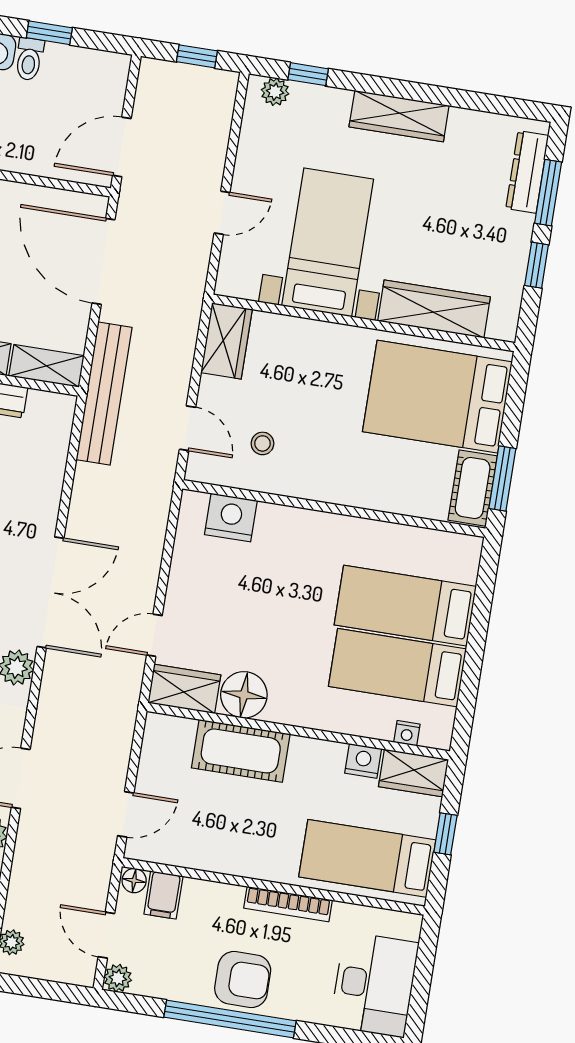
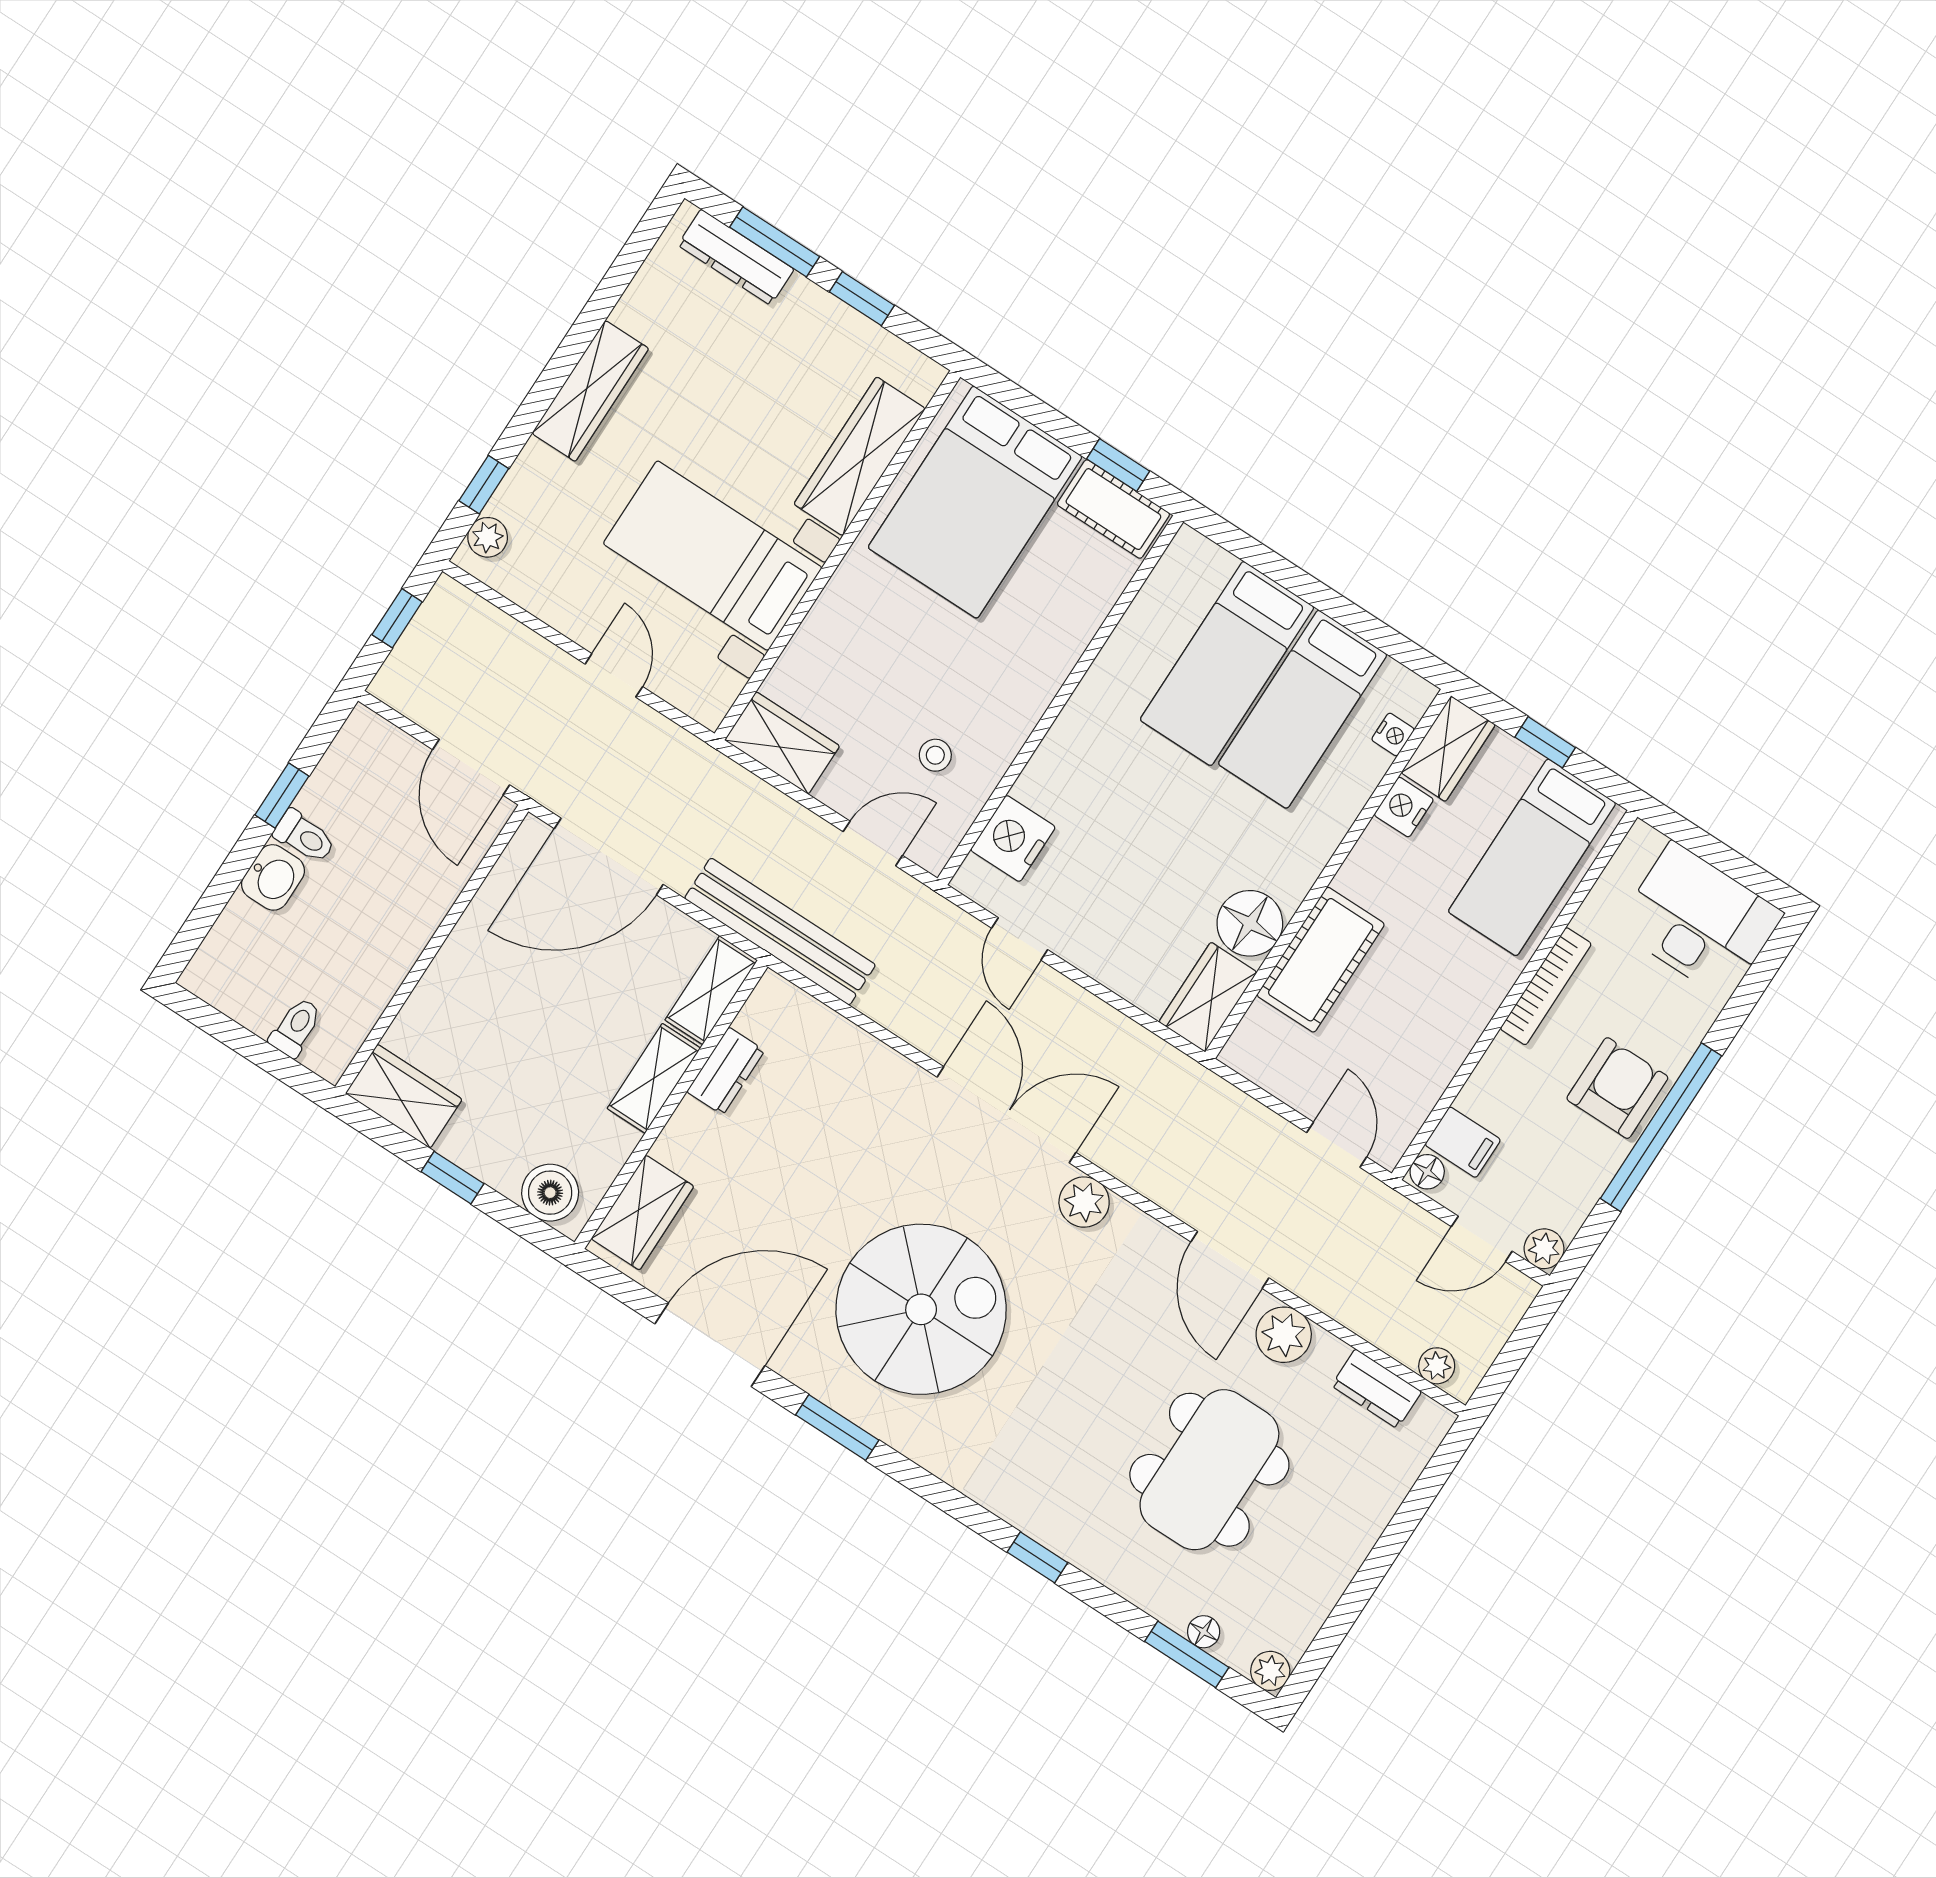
window: (502, 478) -> (1118, 465), width x0.67
door: (154, 635) -> (1020, 939), moved

